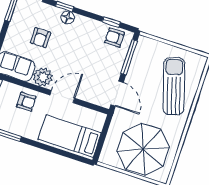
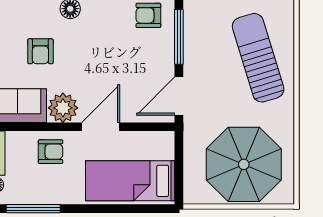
door: (117, 94) -> (179, 96), swing flipped

